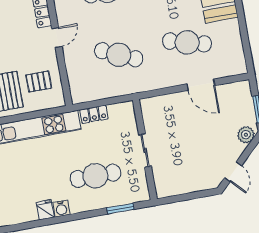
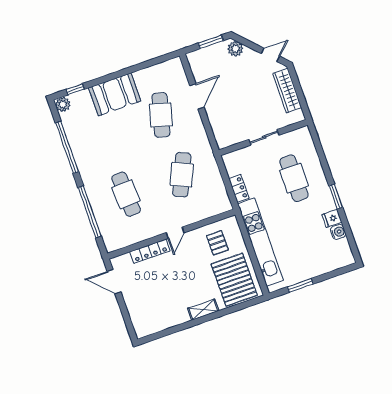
door: (57, 38) -> (175, 233), swing flipped
wardrobe: (192, 184) -> (287, 91), added
water cooler: (61, 209) -> (338, 232), moved
window: (120, 209) -> (336, 197), moved

